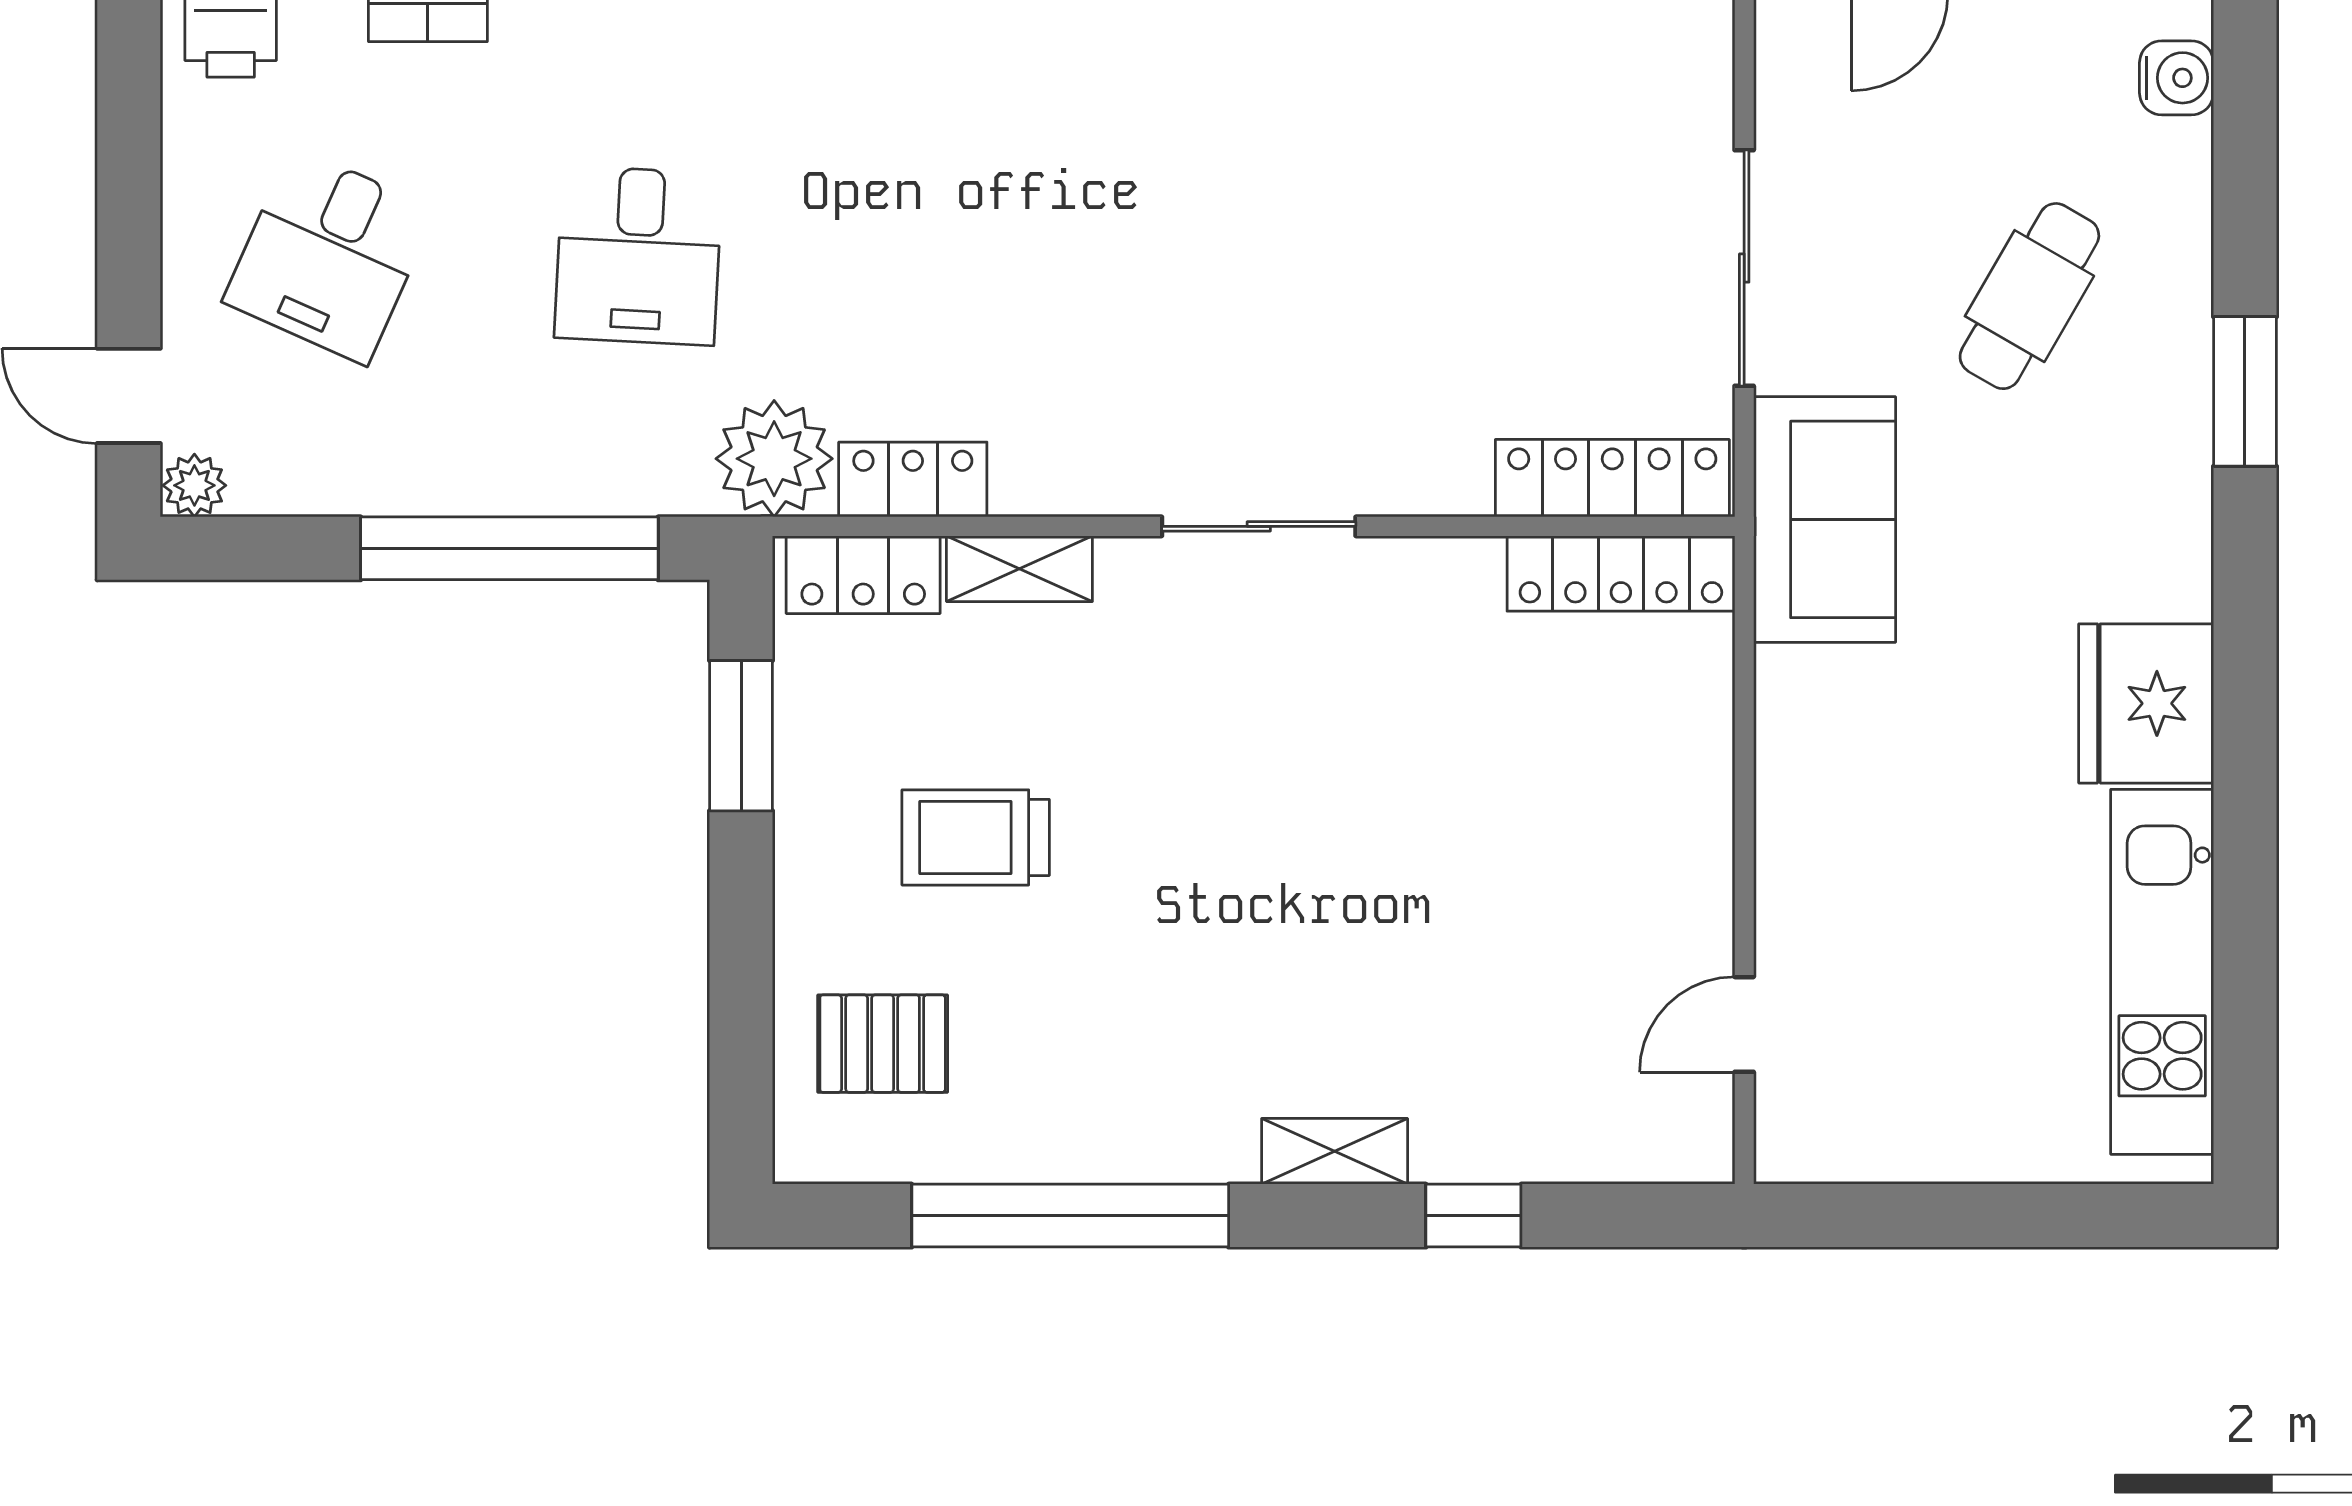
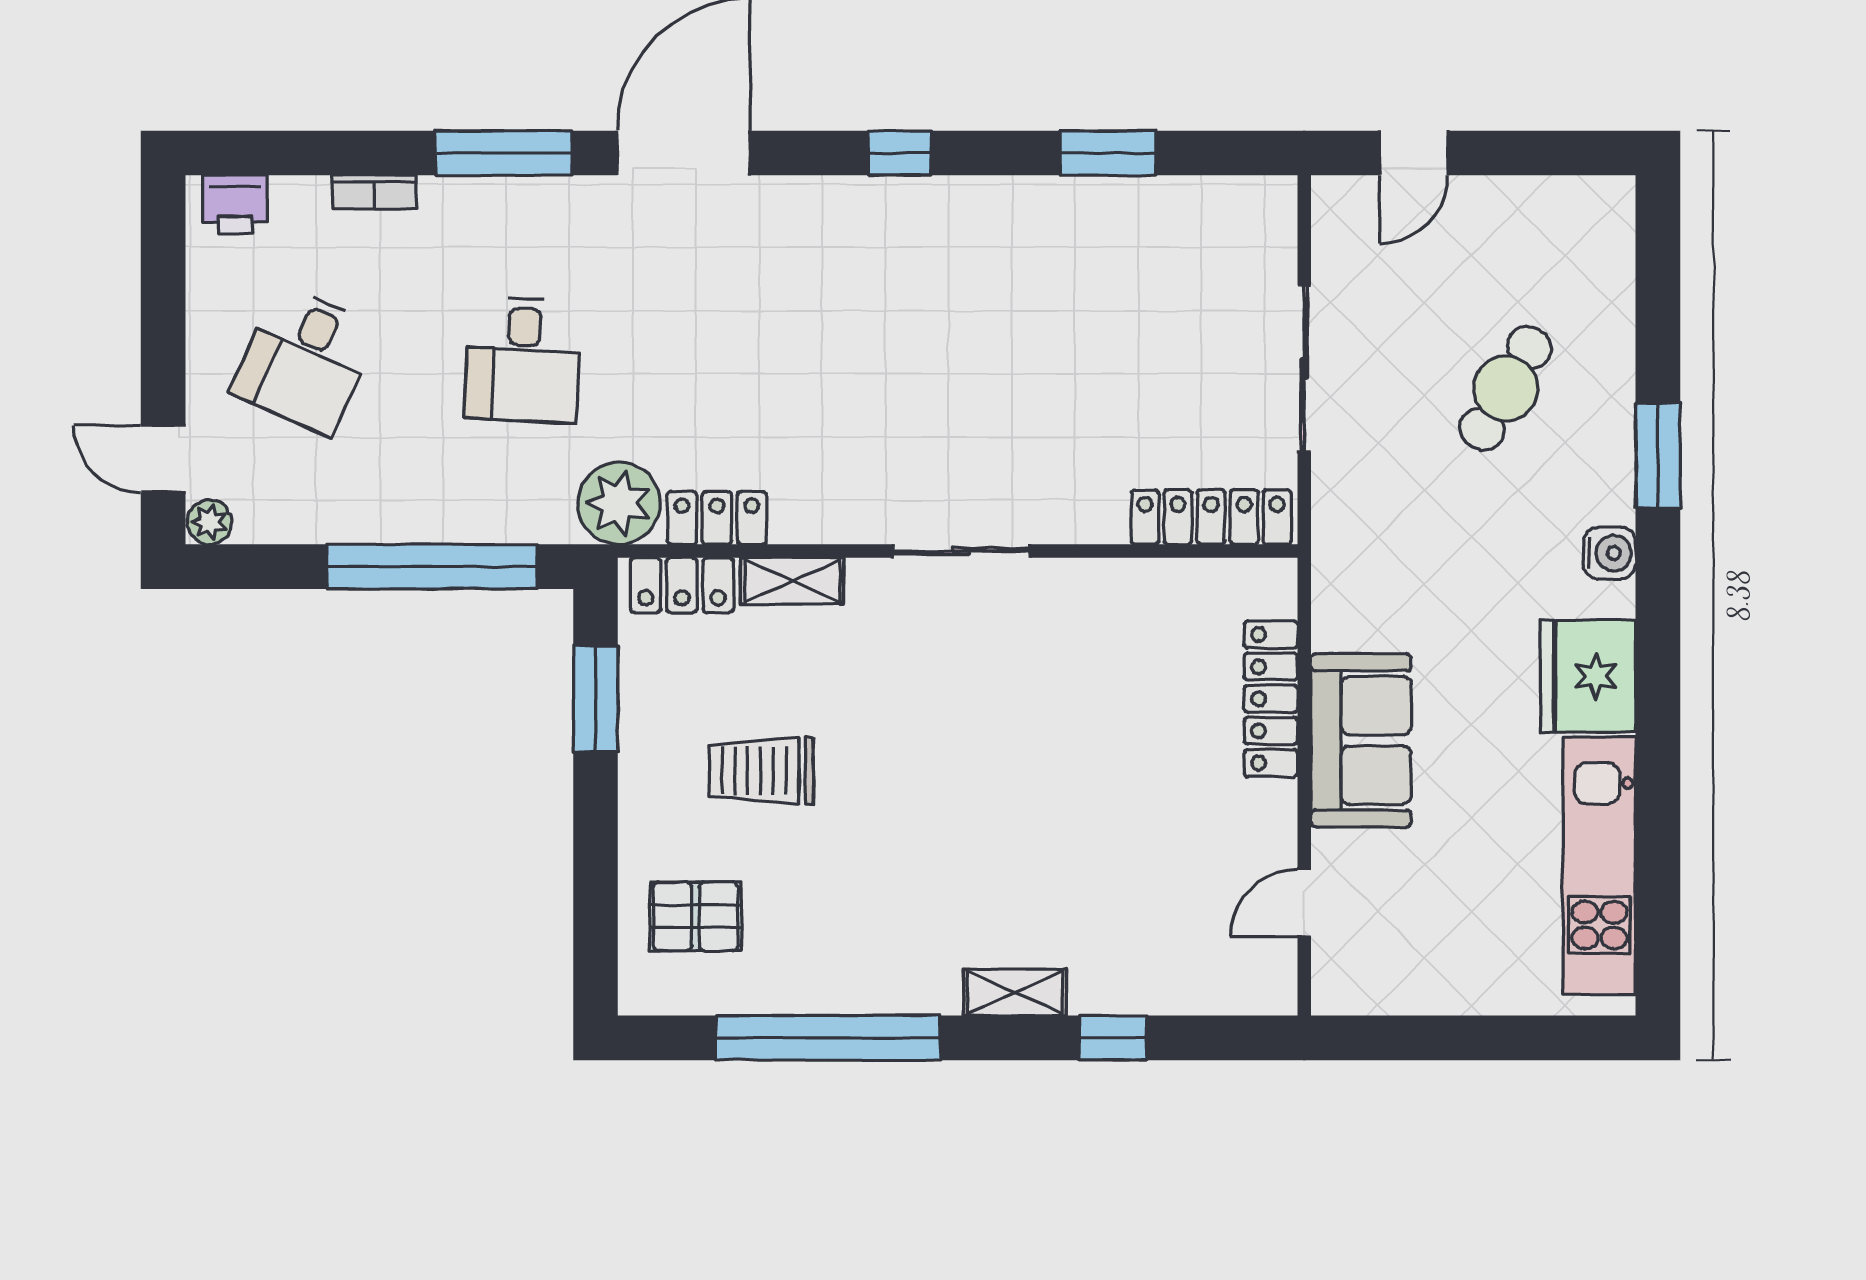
water cooler: (2177, 78) -> (1610, 553), moved
sofa: (1825, 519) -> (1361, 740), moved
locker: (1621, 573) -> (1271, 699), moved, turned 90

